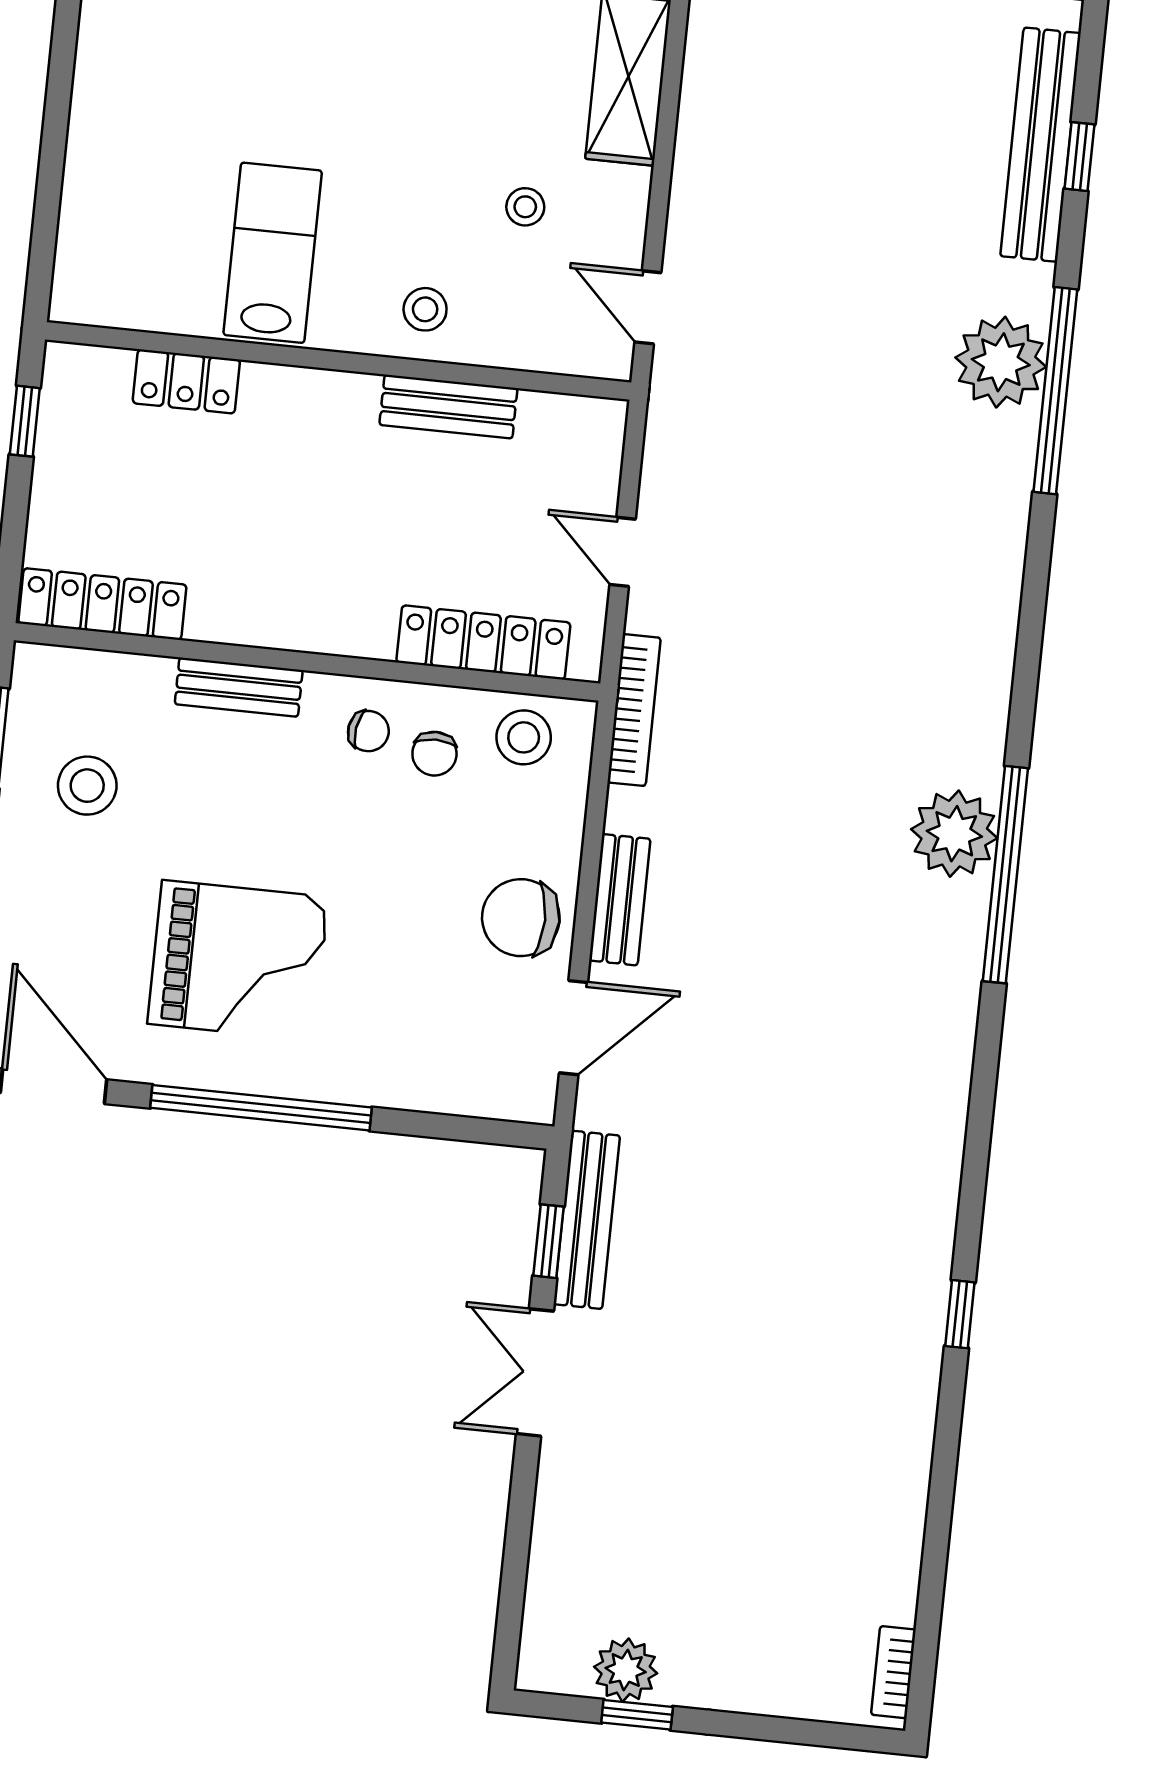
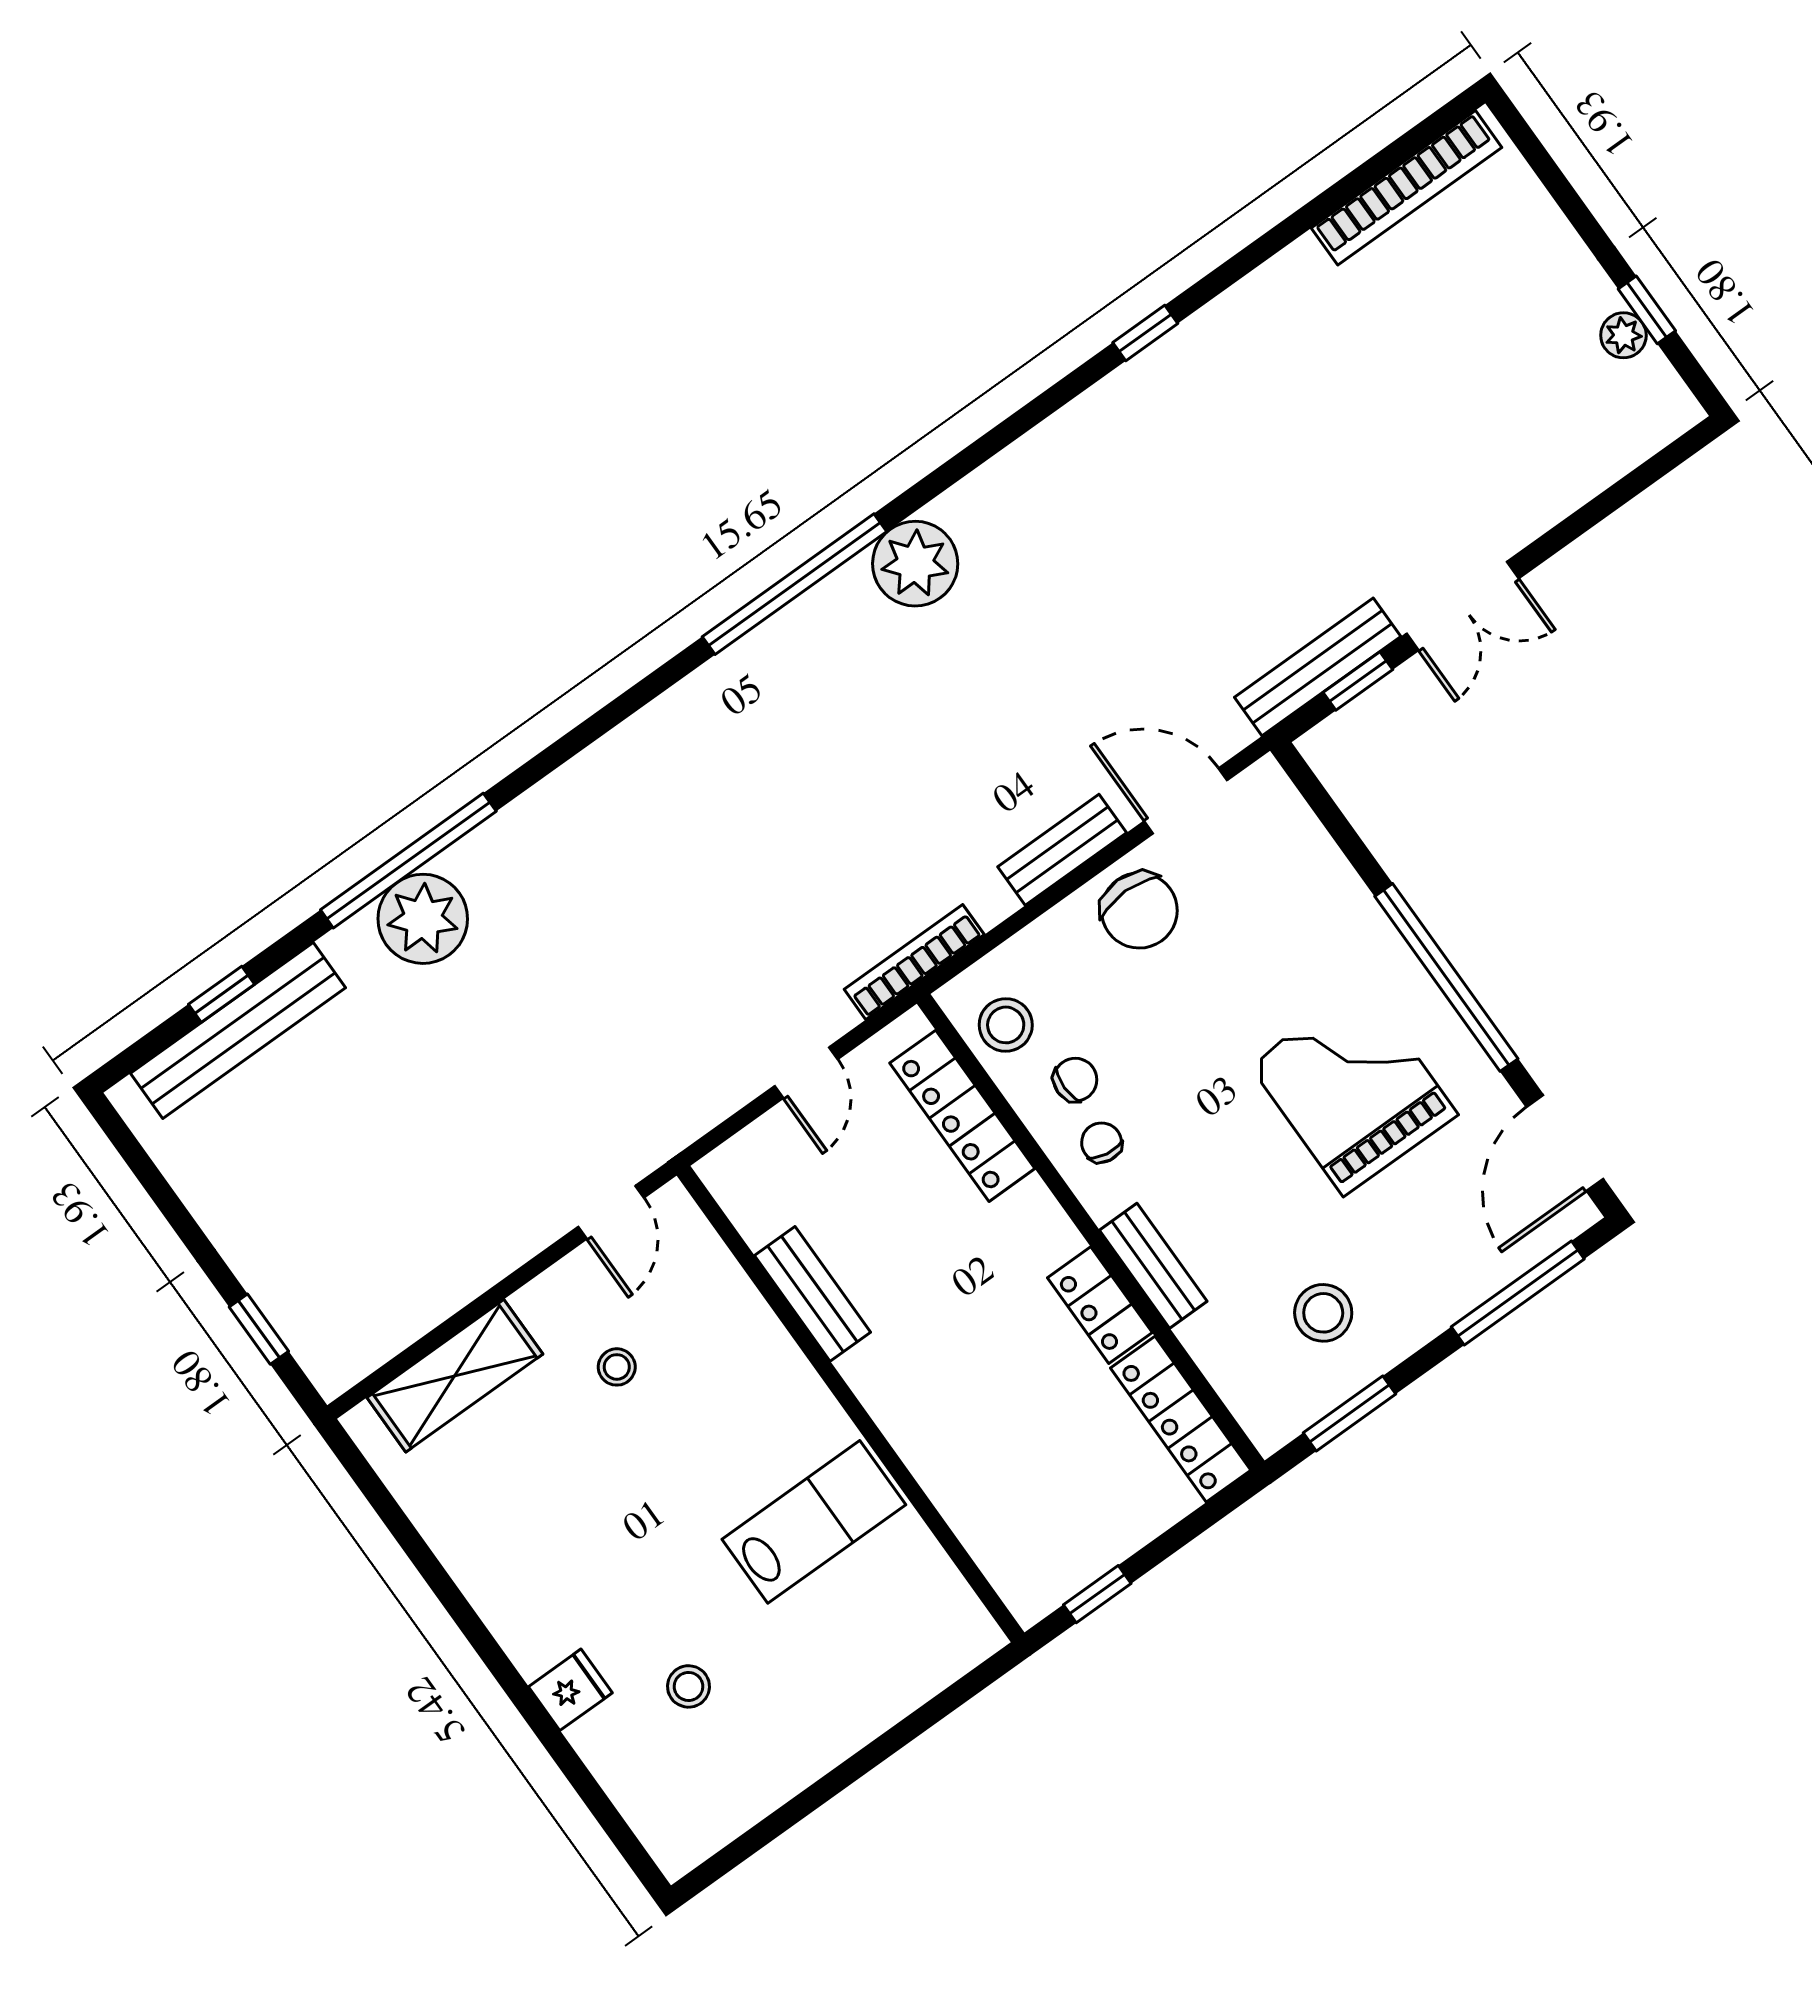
lab bench: (273, 253) -> (814, 1522), turned 180
stool: (425, 309) -> (689, 1686), moved
locker: (186, 381) -> (1100, 1305), moved, turned 180
plant: (954, 834) -> (915, 564), moved
plant: (626, 1670) -> (1623, 335), width x0.73, depth x0.73
bookcase: (893, 1672) -> (1407, 188), width x2.31, depth x1.31

